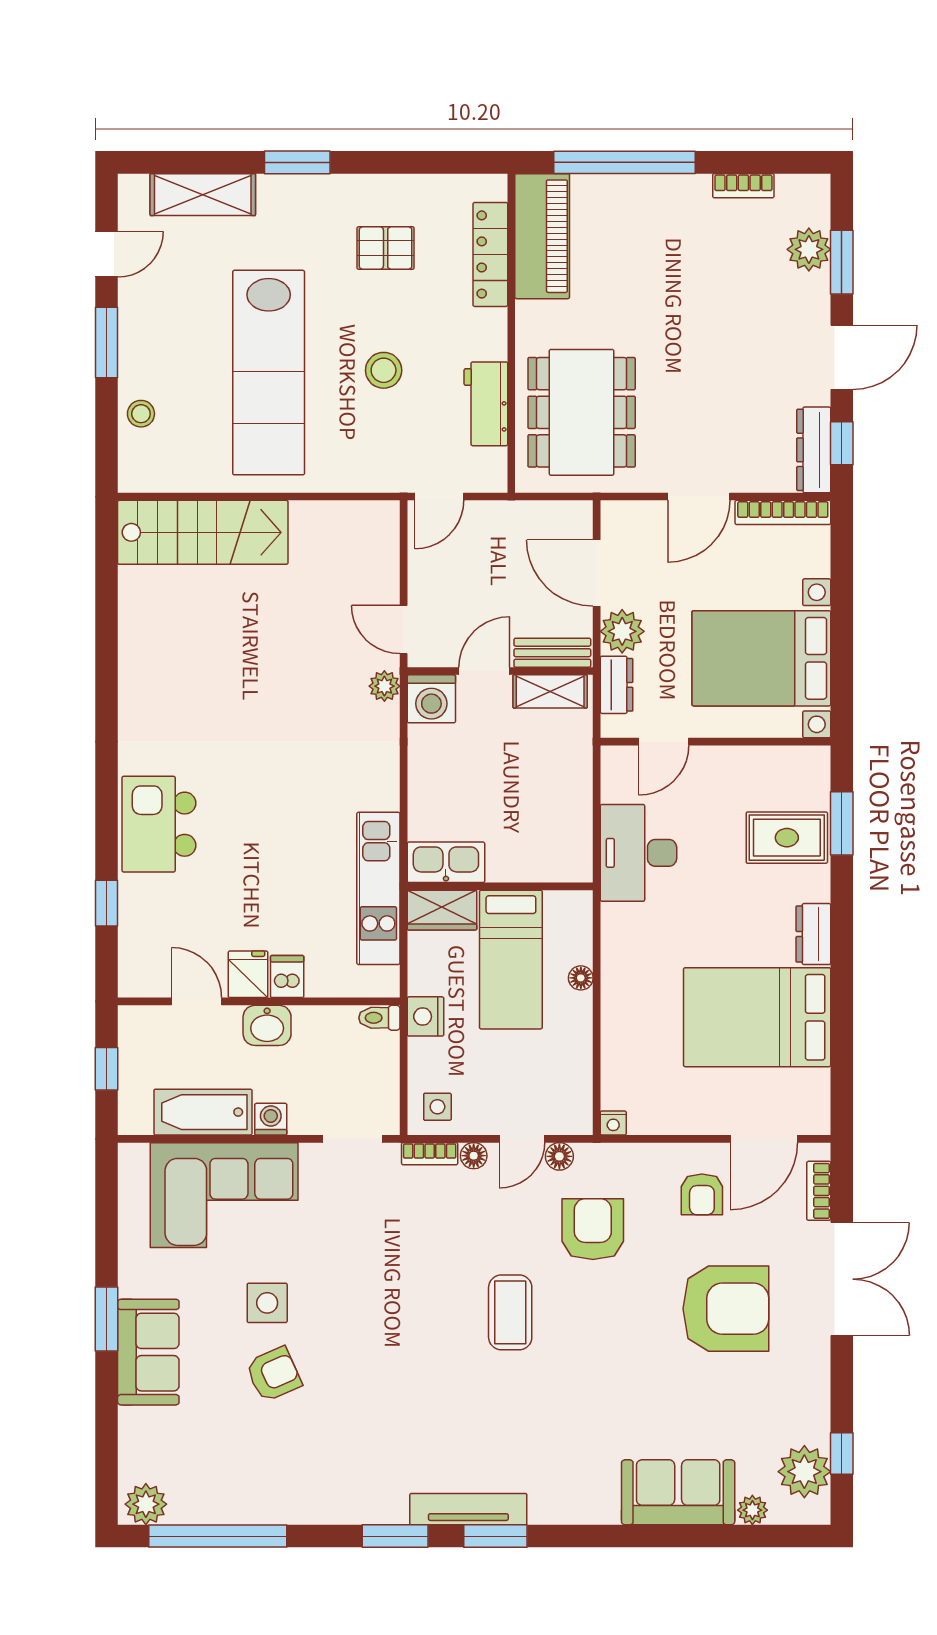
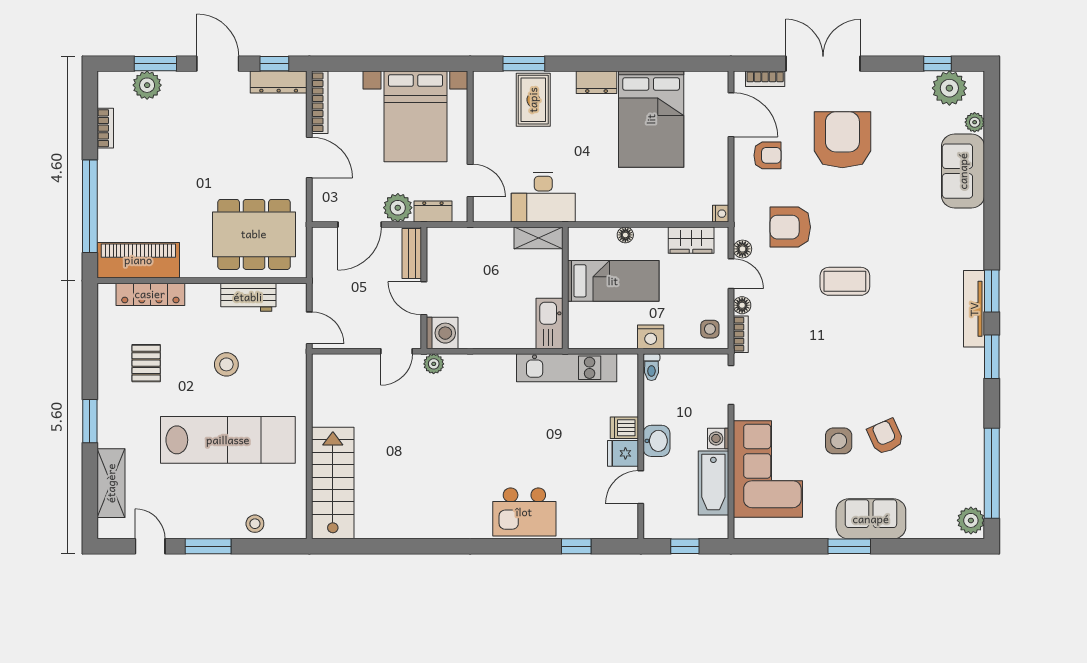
shelving: (550, 691) -> (538, 238), moved, turned 90
wardrobe: (442, 910) -> (691, 240), moved, turned 90

